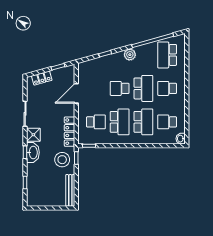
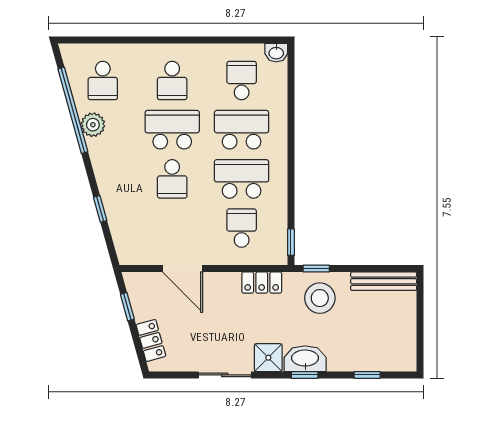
plant: (130, 55) -> (93, 125), moved
school desk: (167, 55) -> (103, 81), width x0.54
school desk: (167, 122) -> (242, 81), turned 180
locker: (70, 132) -> (262, 283), width x0.66

